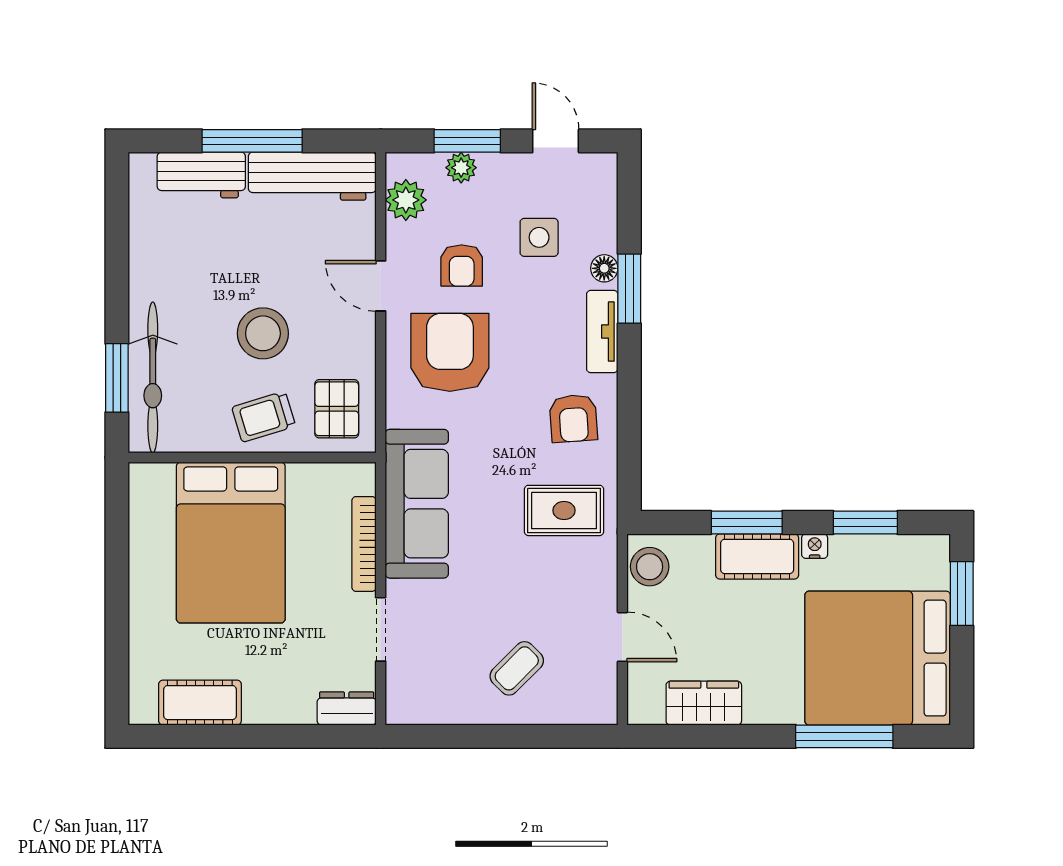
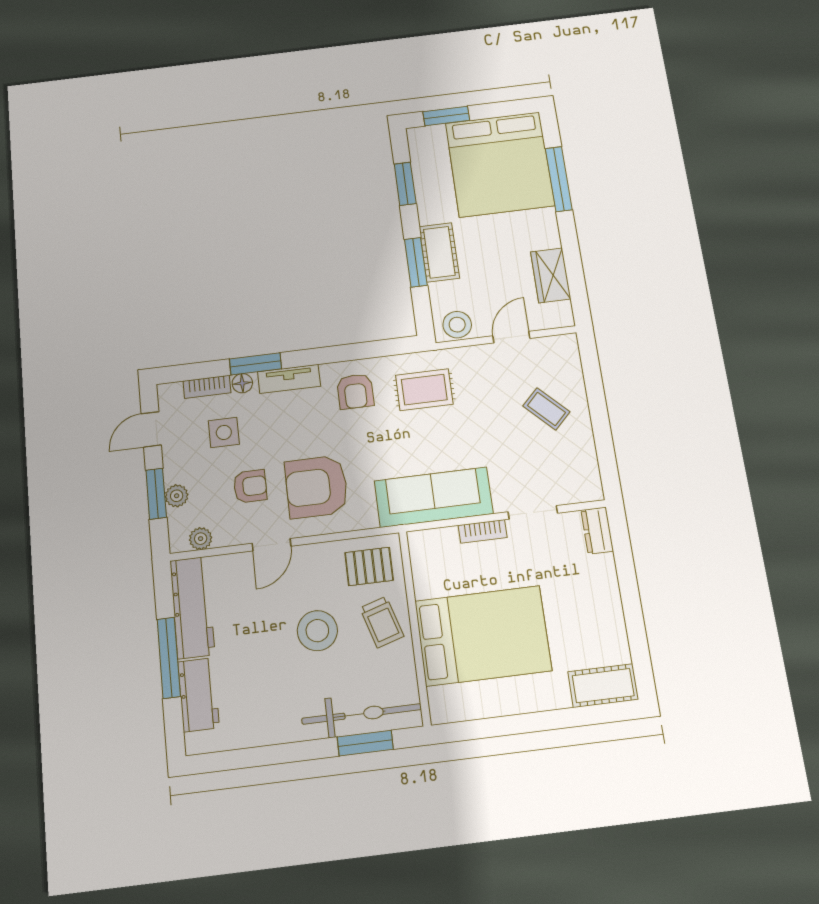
plant: (406, 200) -> (201, 539), width x0.73, depth x0.73
bookcase: (605, 220) -> (207, 387), added
armchair: (573, 418) -> (355, 391), turned 94
rug: (564, 510) -> (424, 390), turned 90
bookcase: (364, 544) -> (483, 531), width x0.64
nightstand: (815, 546) -> (426, 215), removed
cot: (200, 703) -> (603, 686), moved, turned 90

